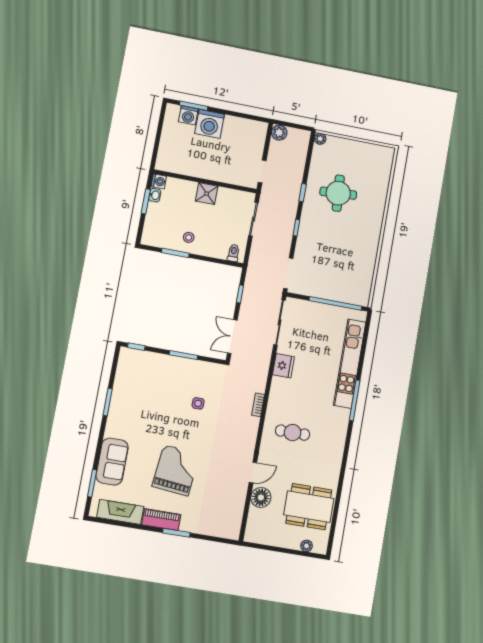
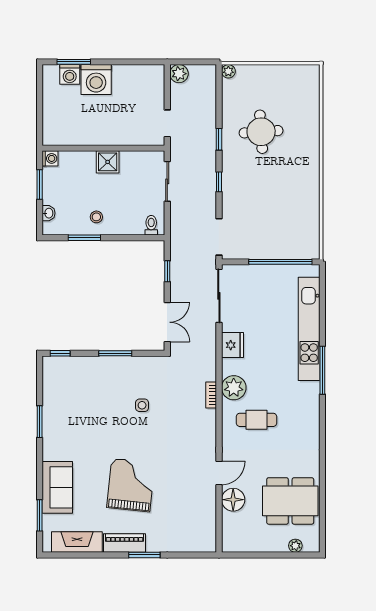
washbasin: (155, 195) -> (49, 213), moved
double door: (232, 337) -> (167, 322), swing flipped
plant: (278, 402) -> (234, 388), added

